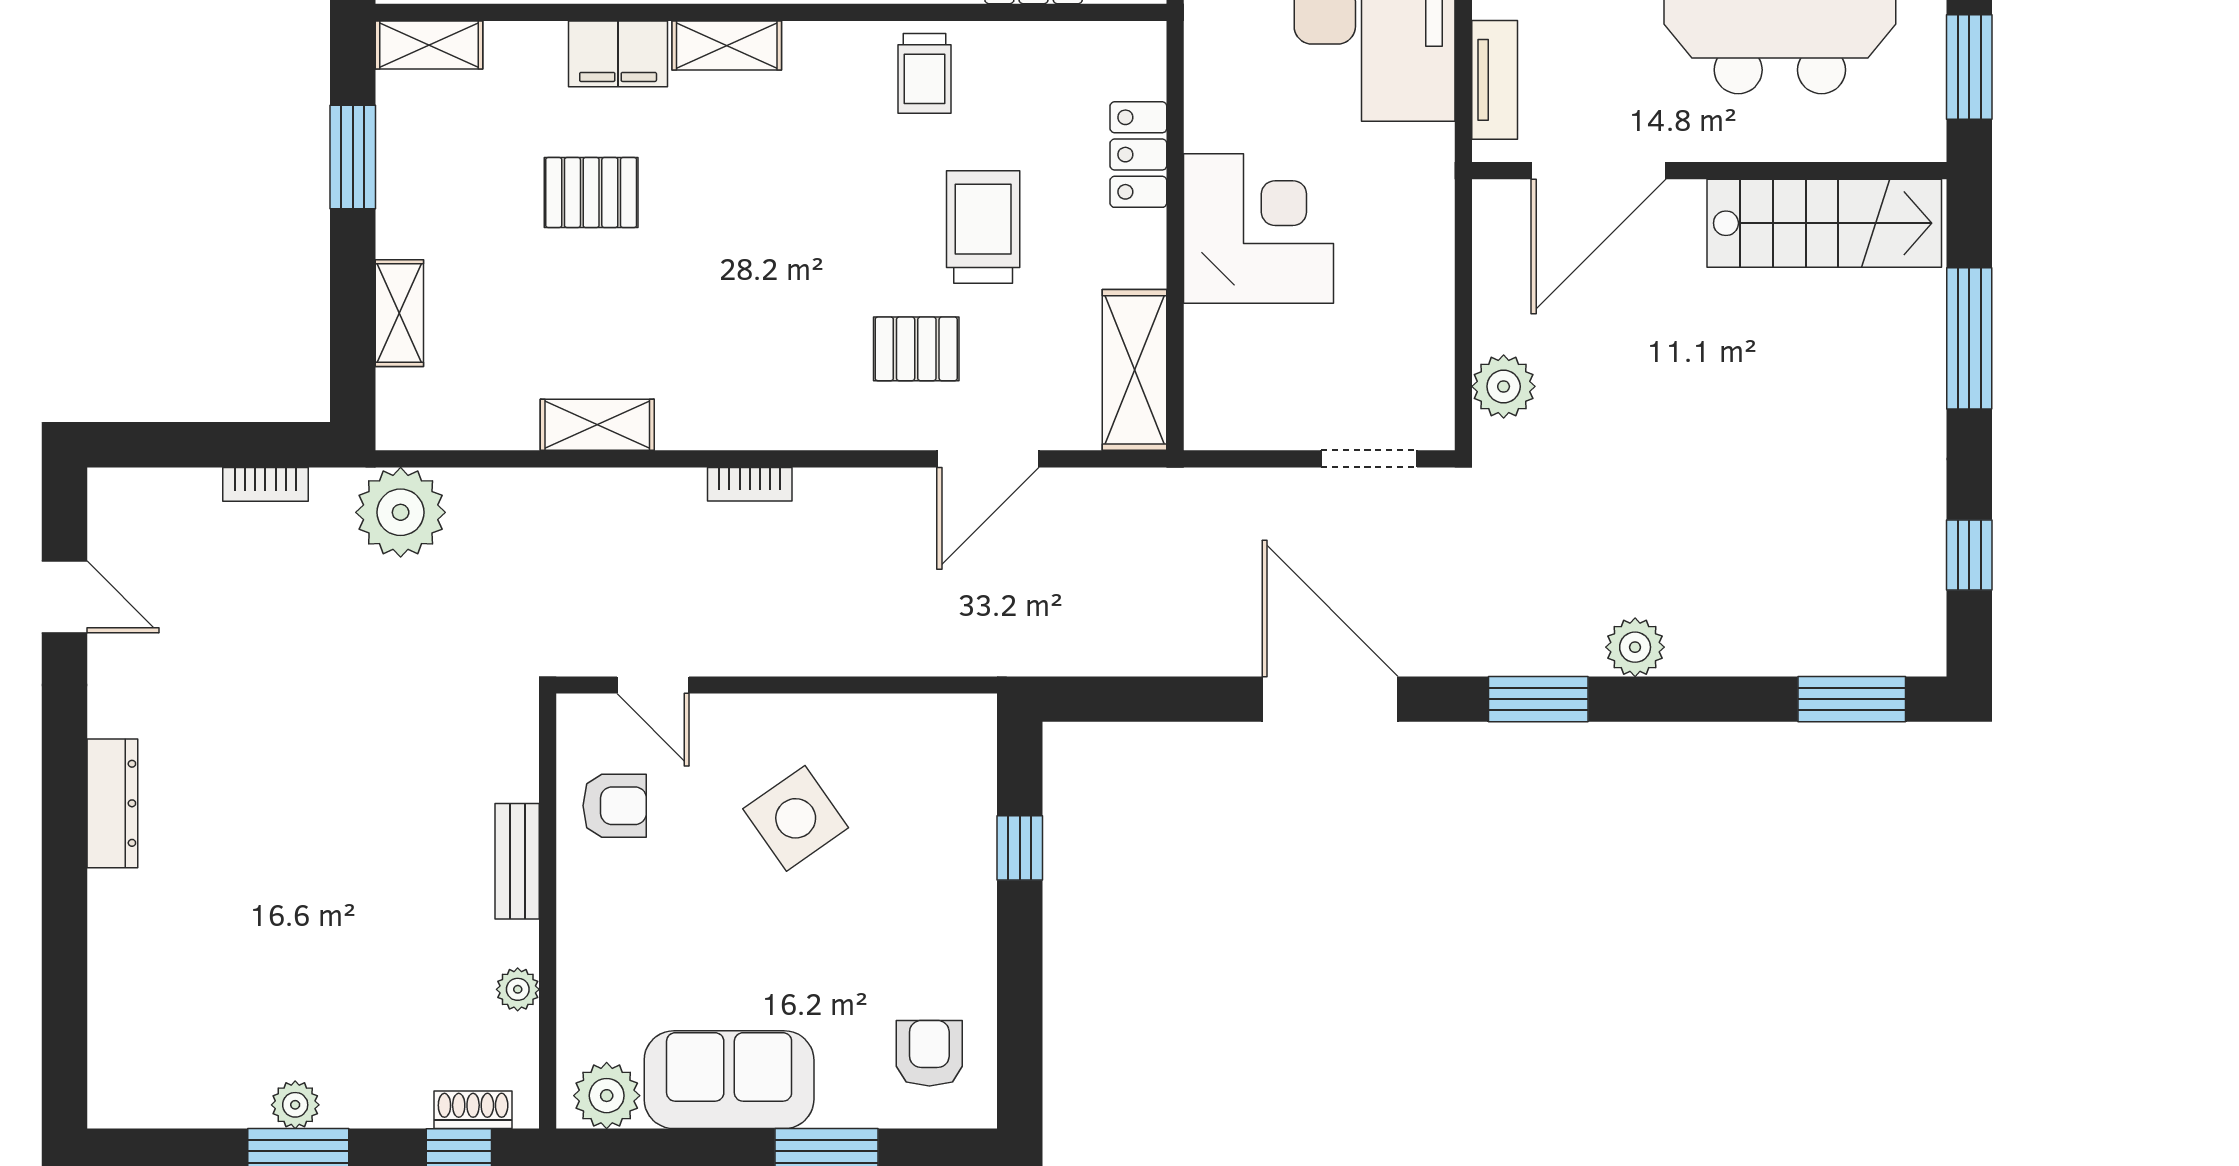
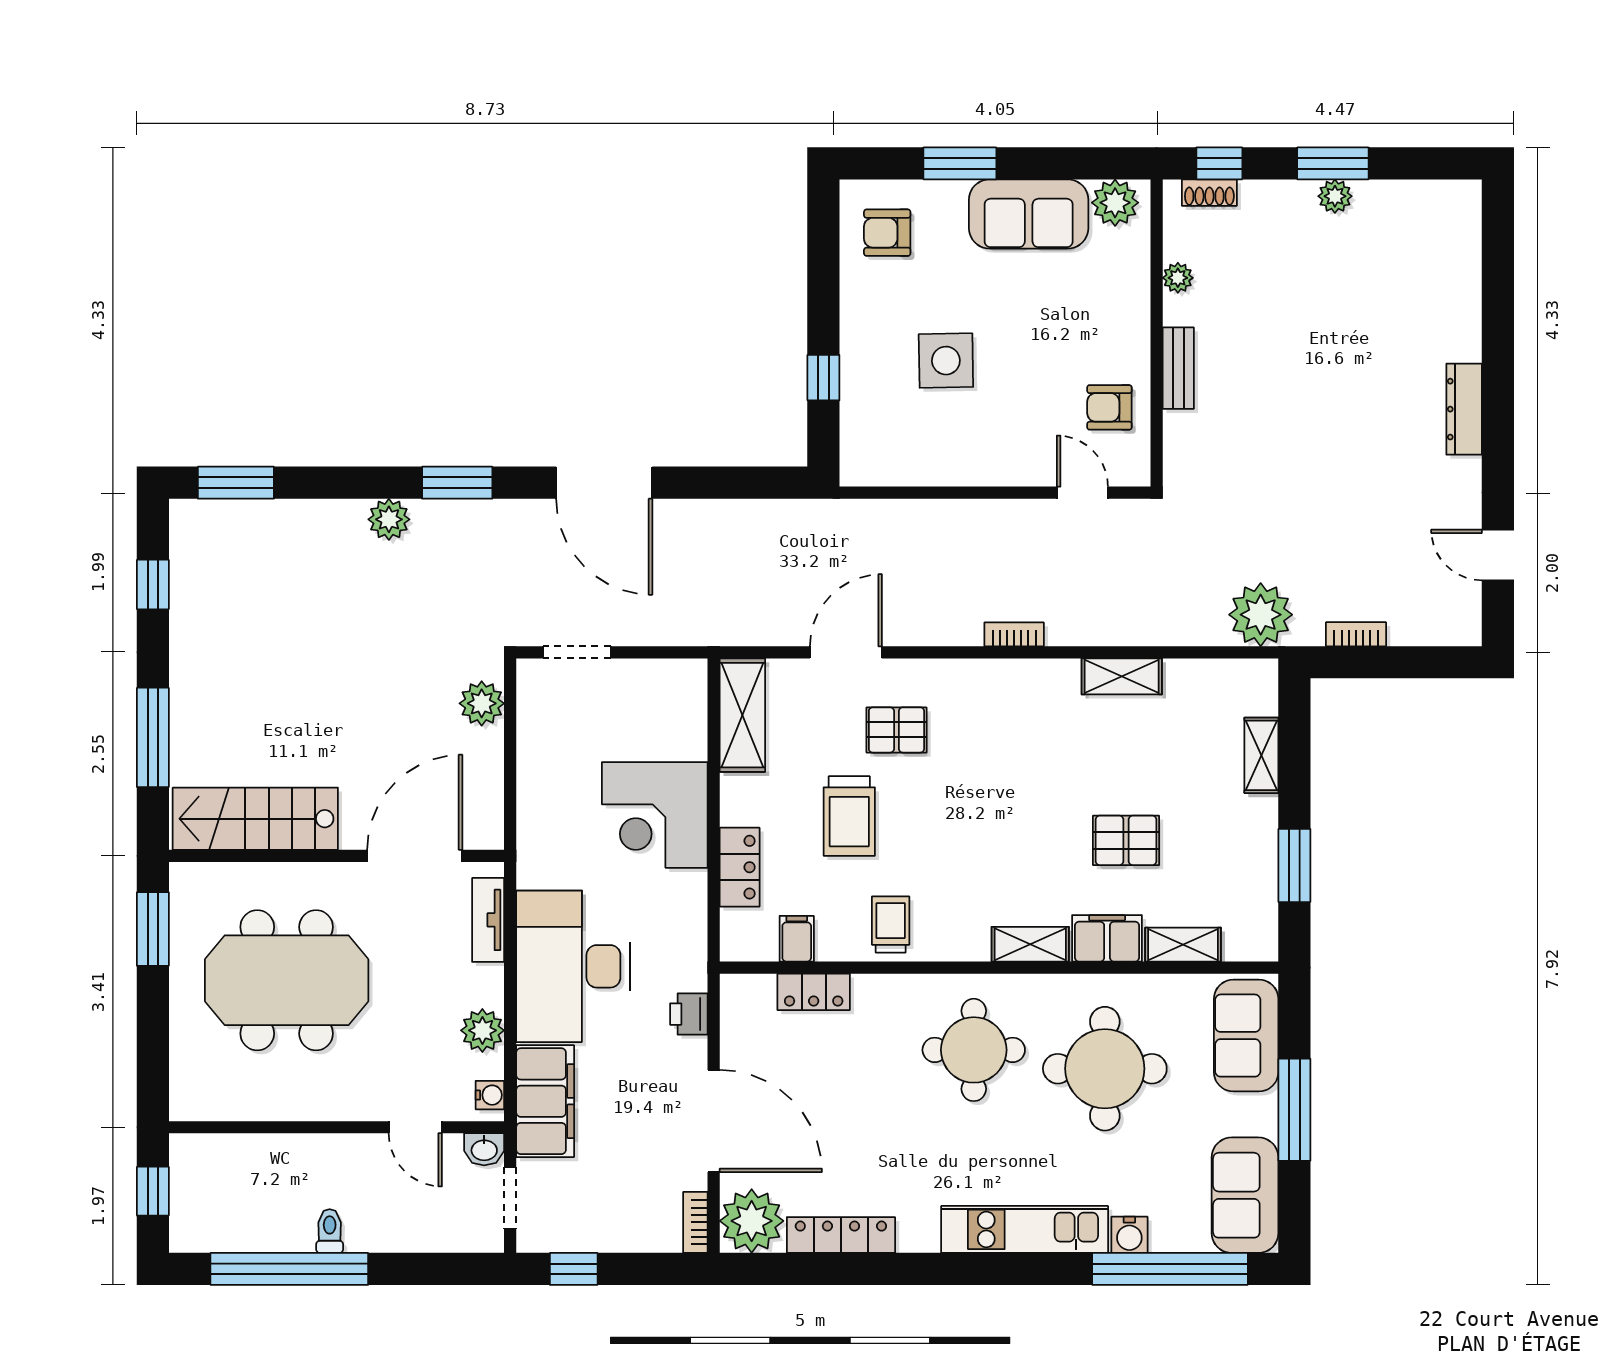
shelving: (429, 45) -> (1183, 945), moved
filing cabinet: (1058, 53) -> (797, 939), added
side table: (796, 818) -> (946, 361), moved, turned 34
armchair: (929, 1053) -> (887, 233), turned 90

